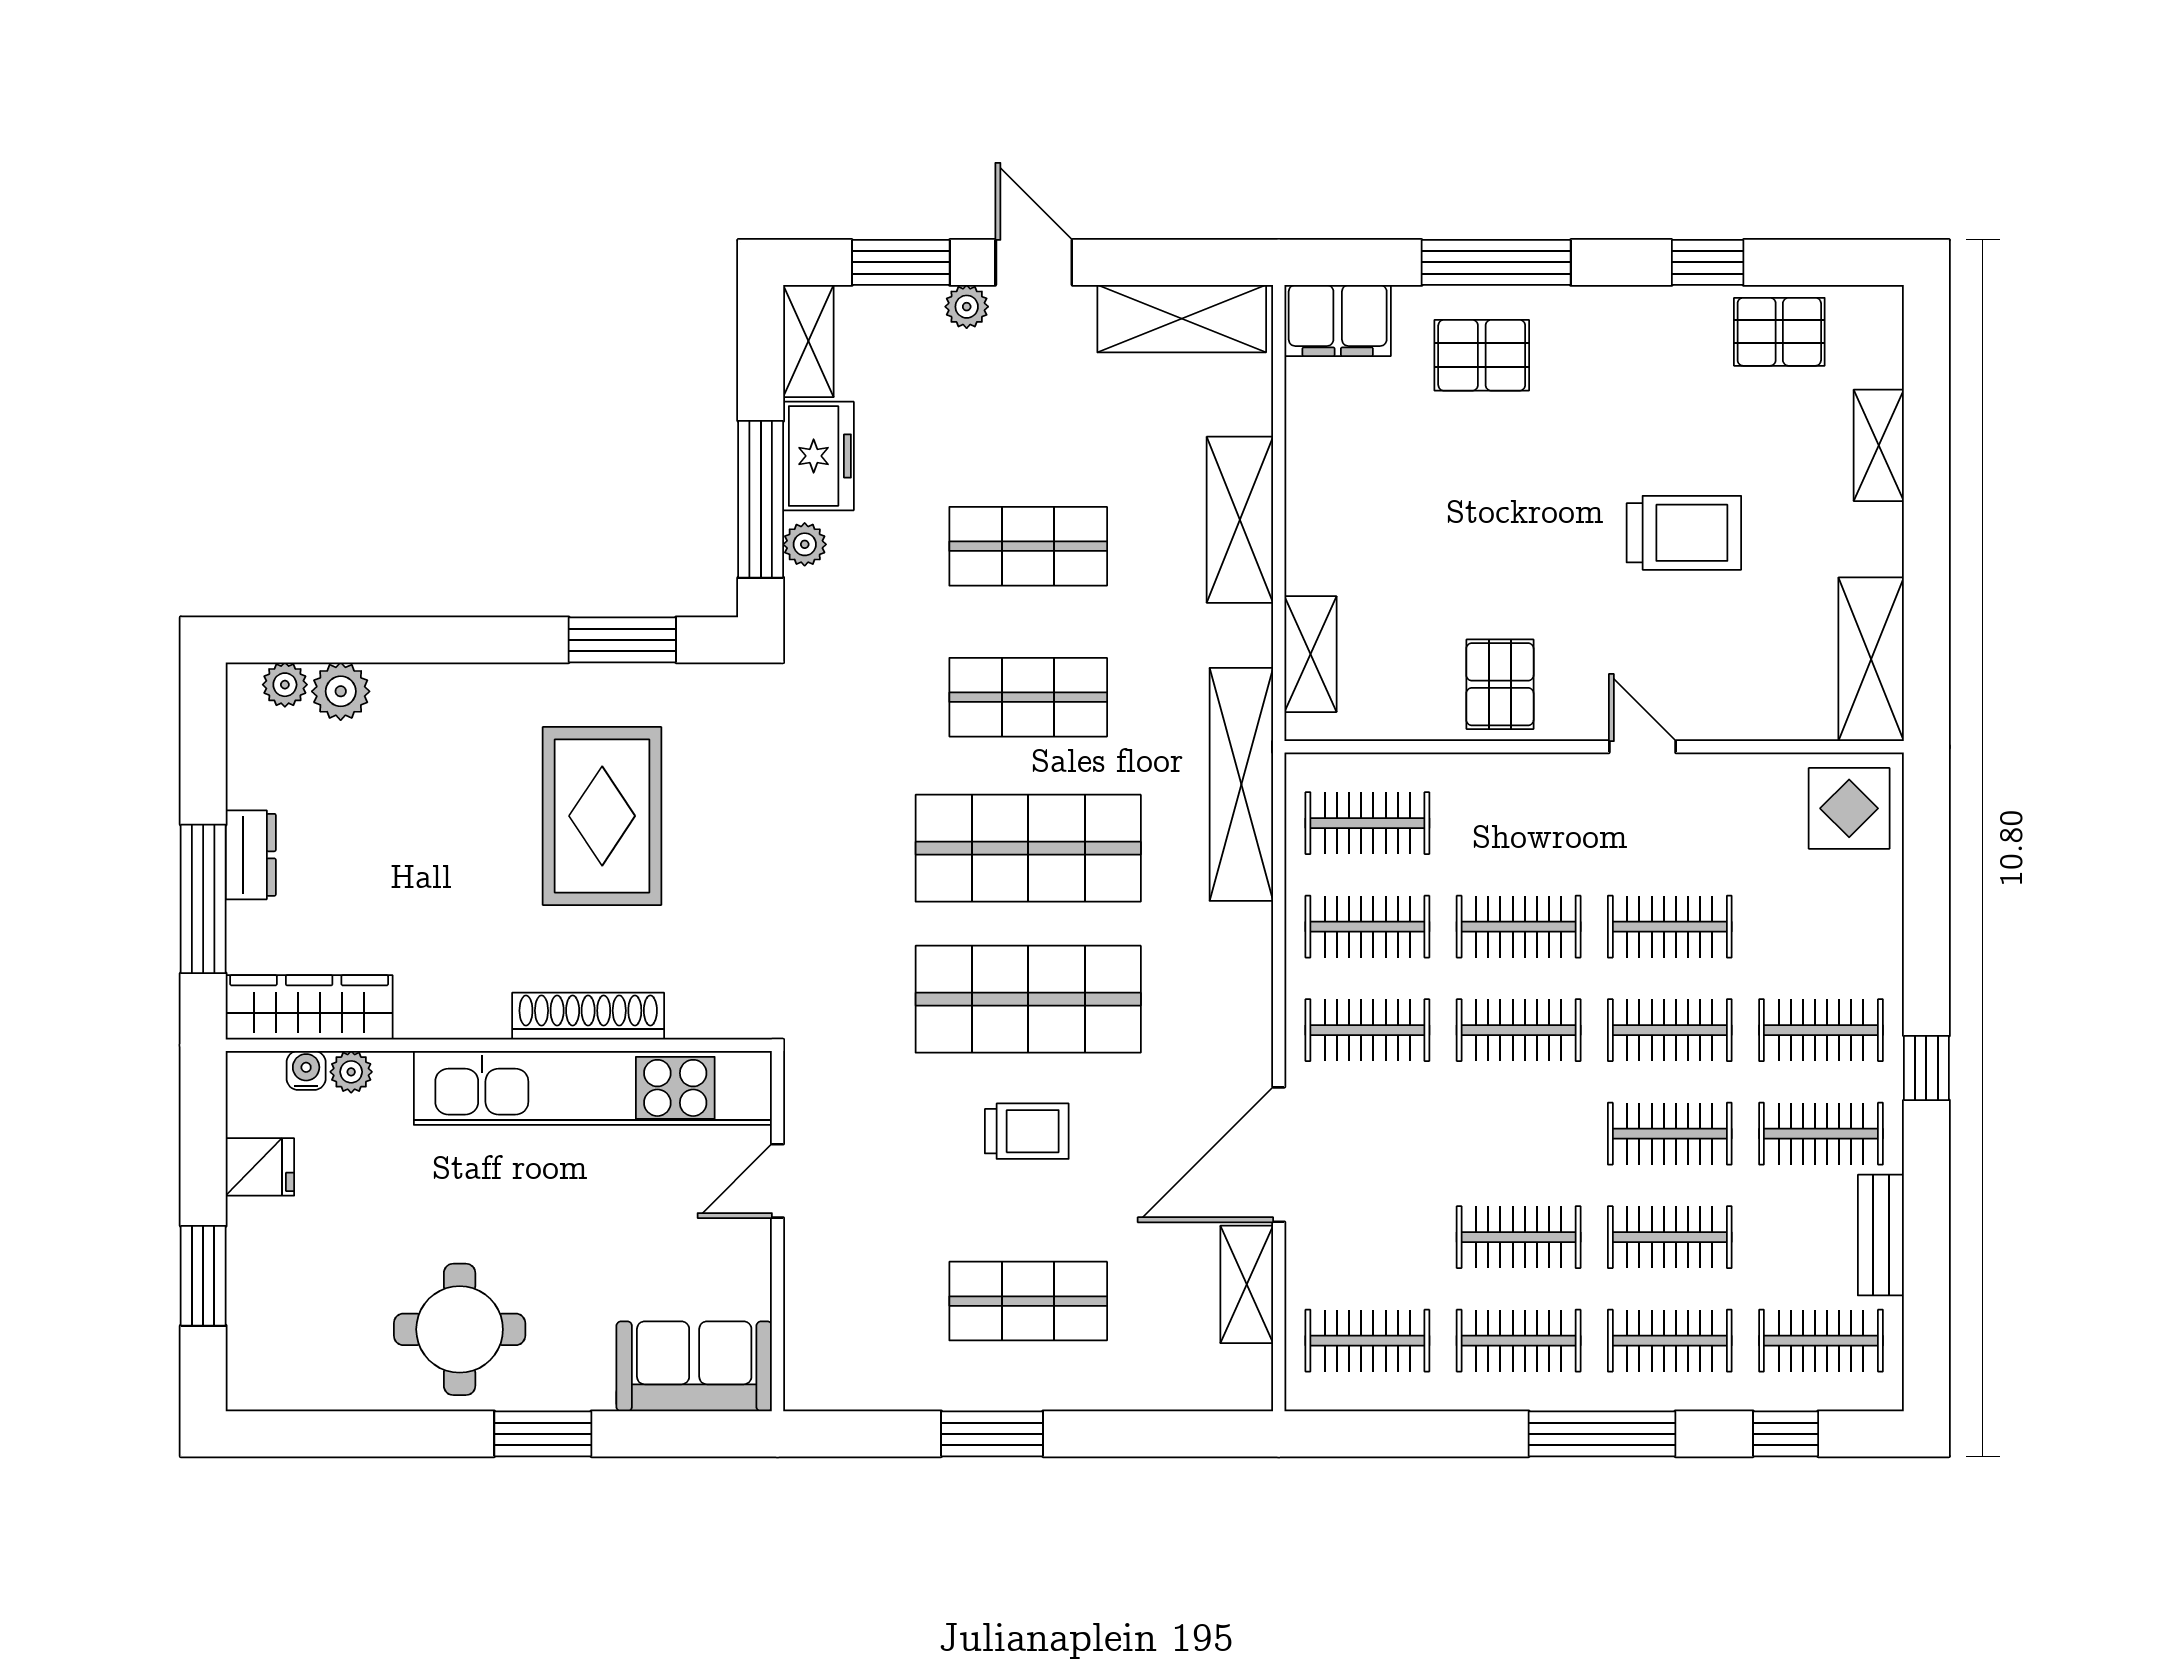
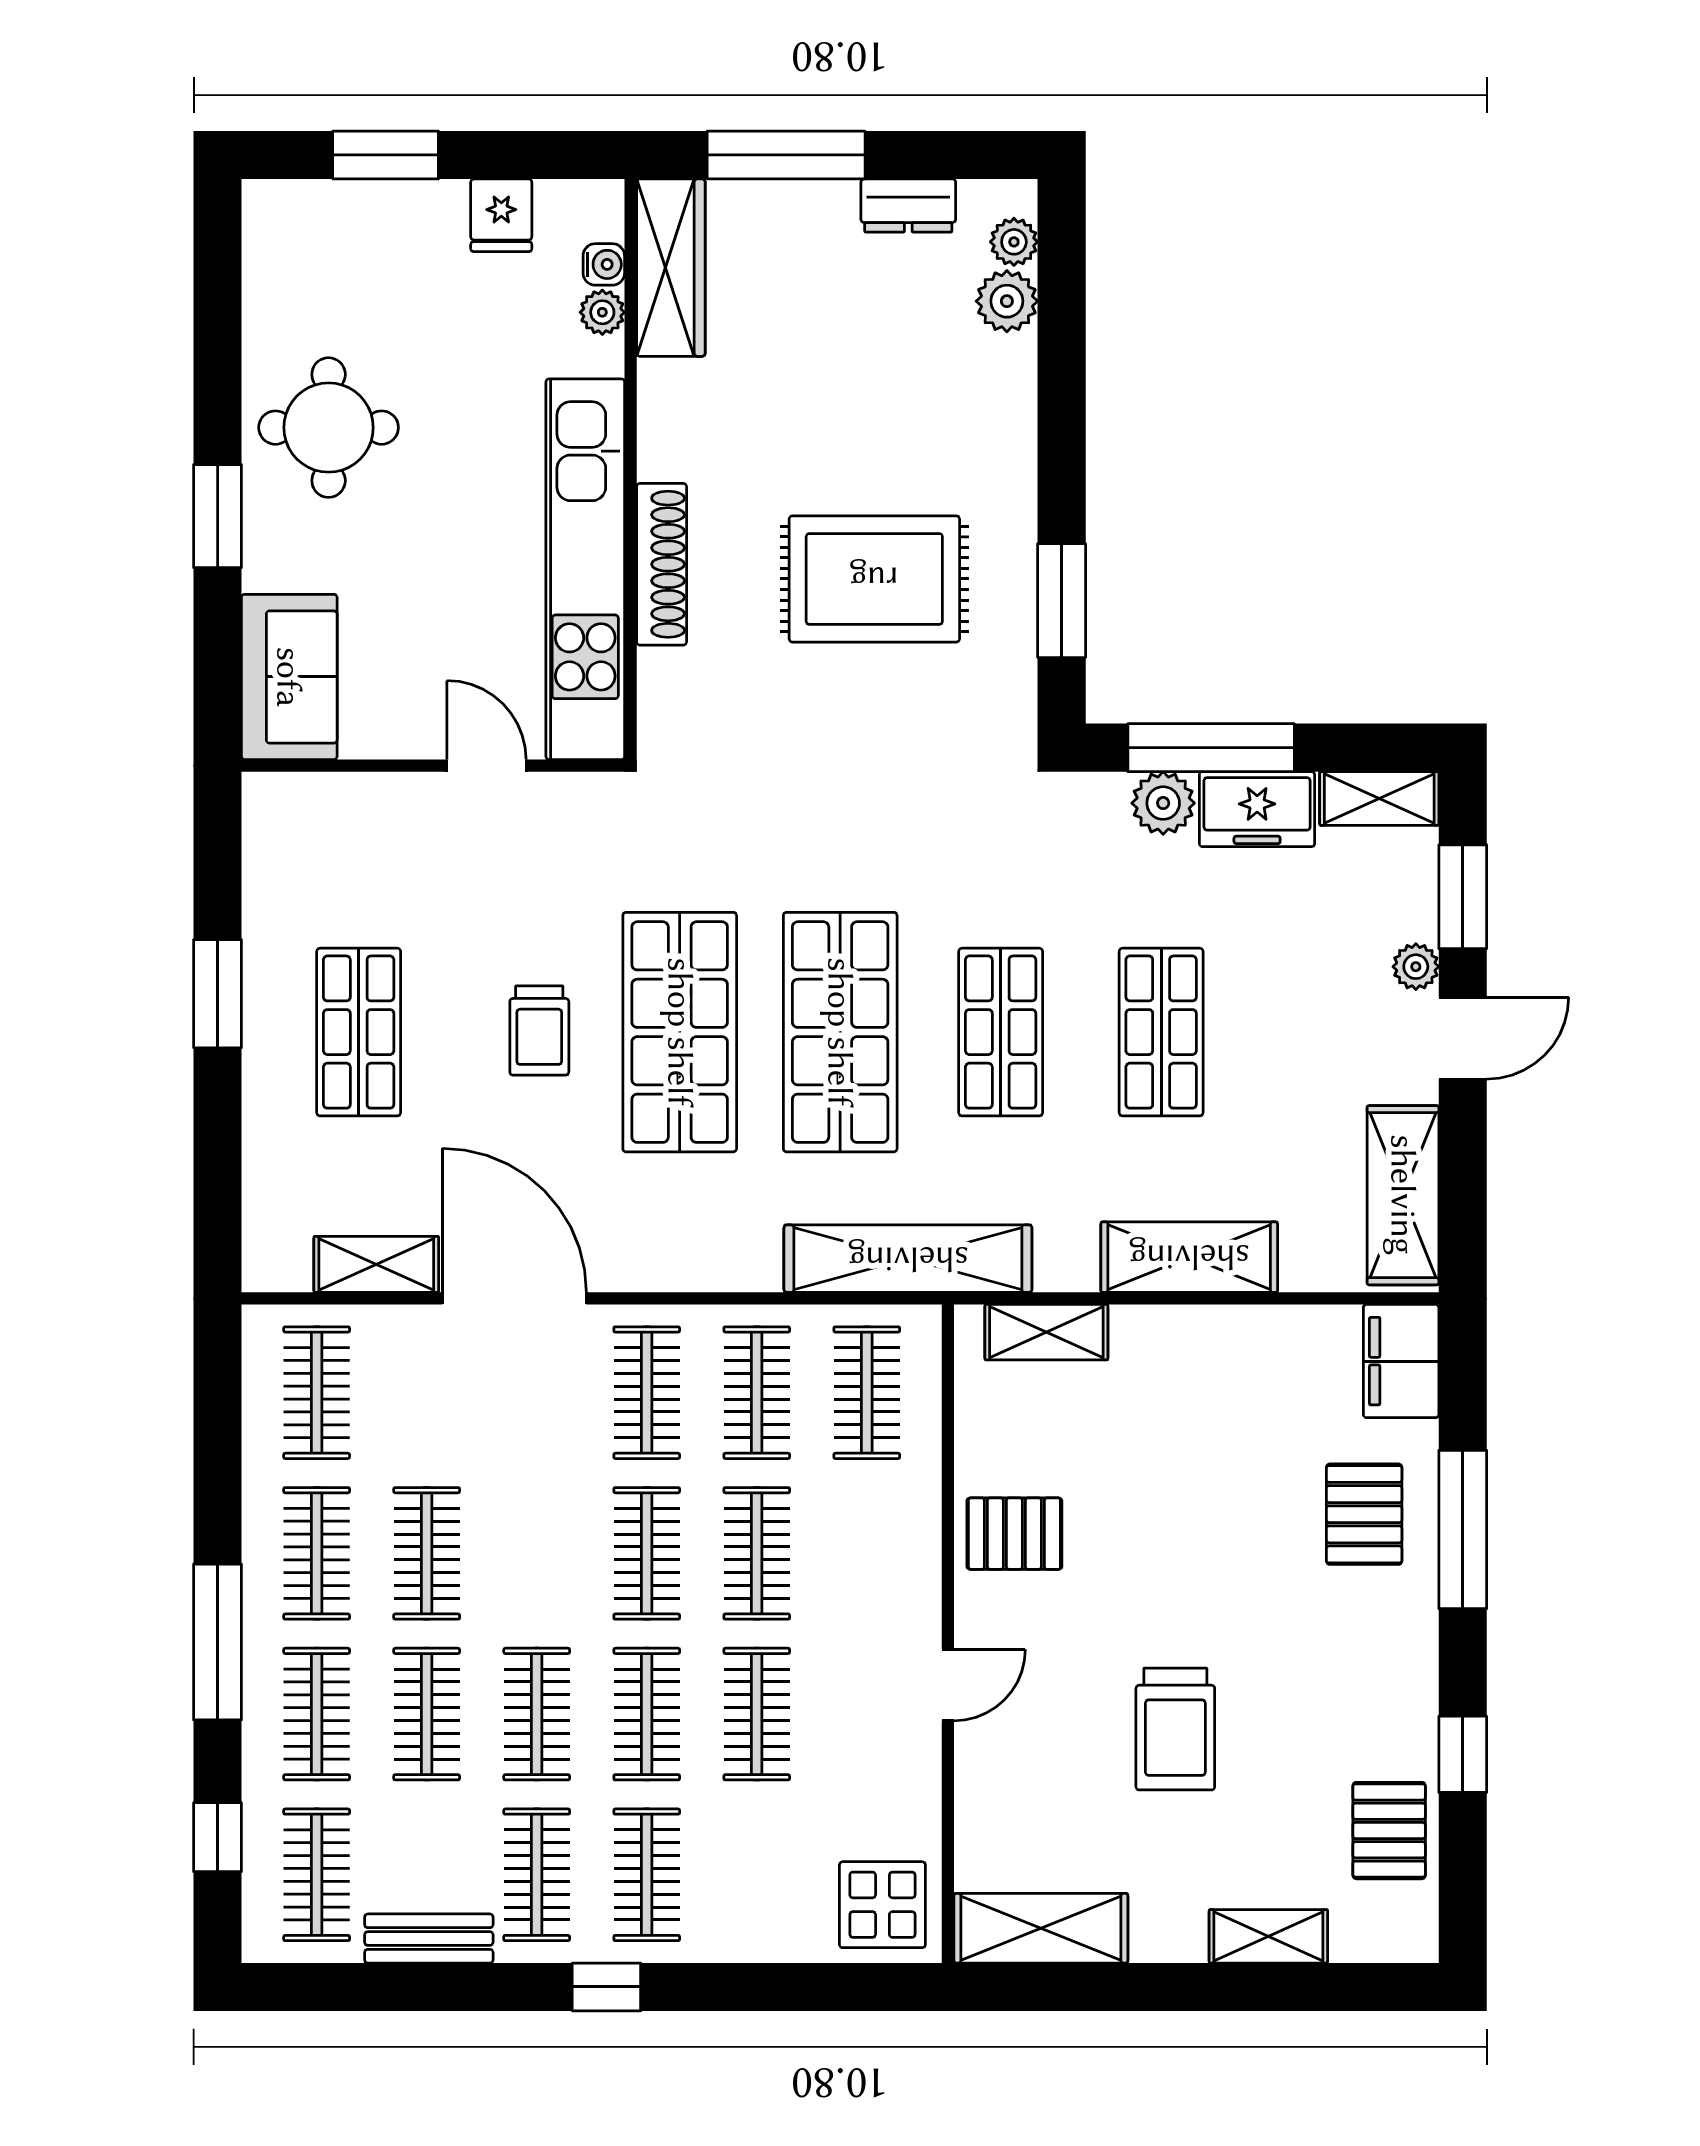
plant: (805, 544) -> (1163, 803), width x1.38, depth x1.38
dresser: (251, 855) -> (908, 206), moved

